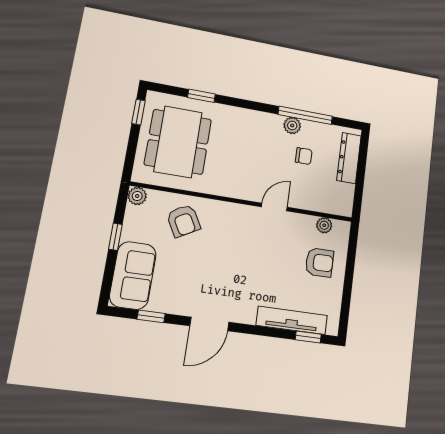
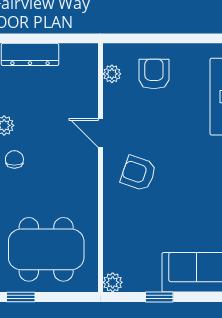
chair: (304, 156) -> (14, 159), moved
armchair: (184, 221) -> (138, 173), moved, turned -132

